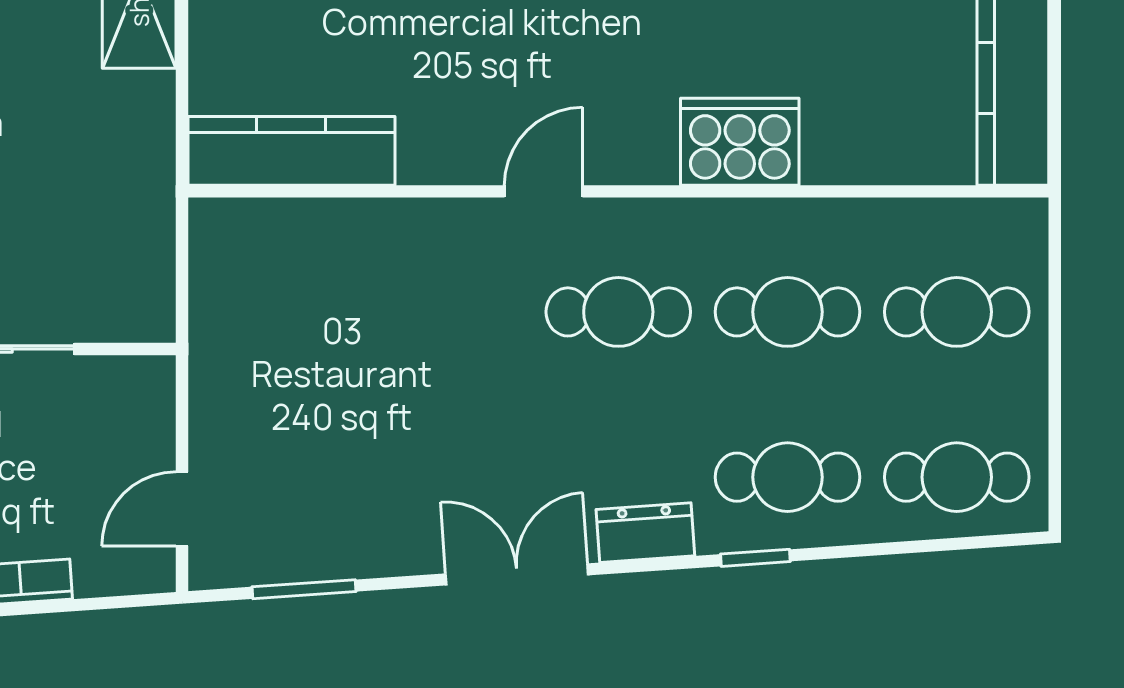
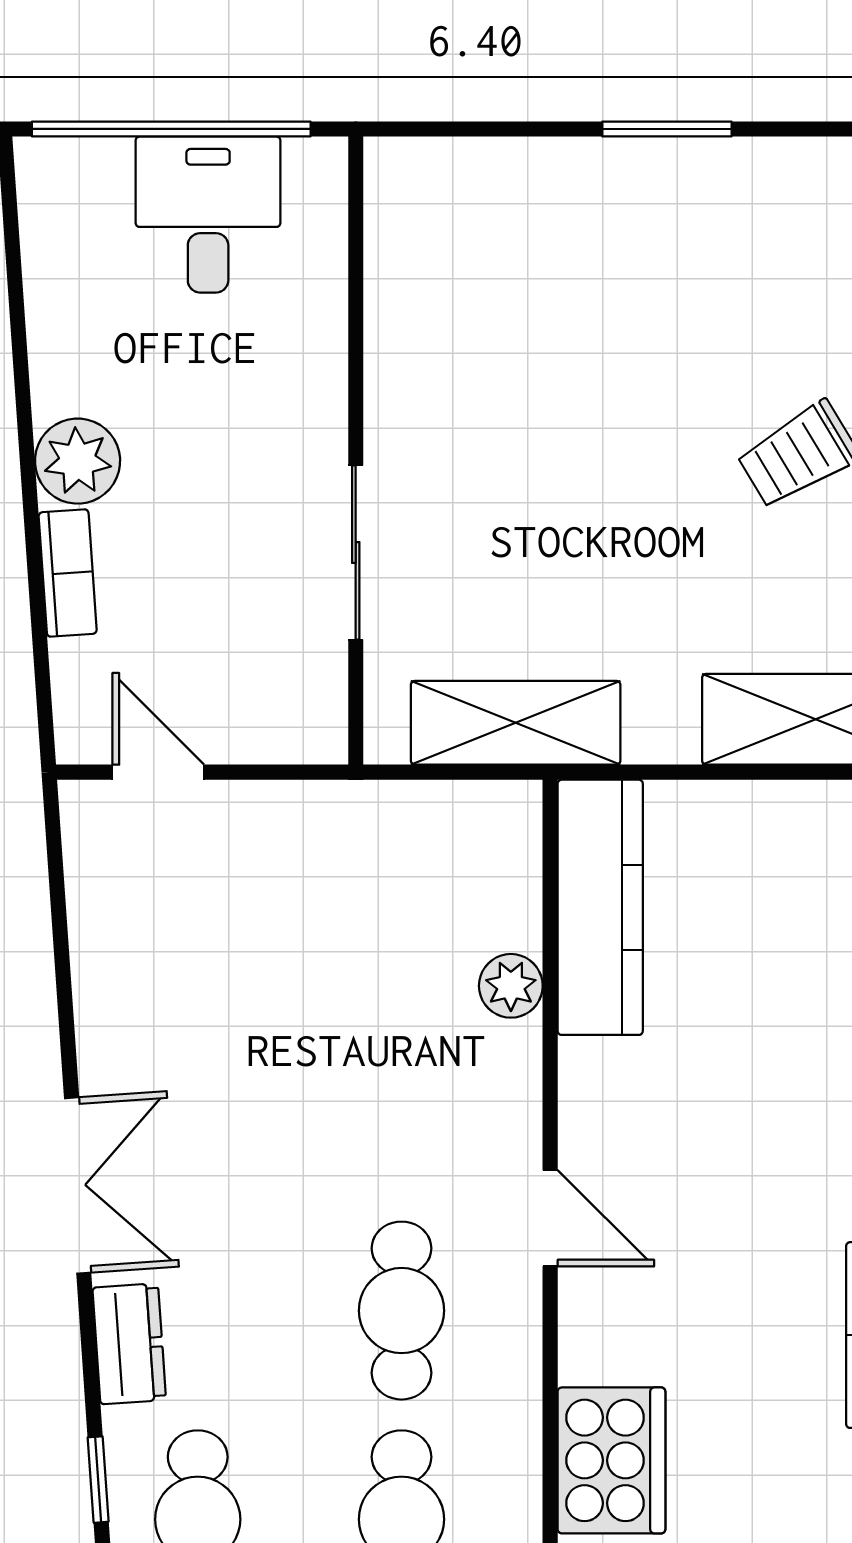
shelving: (142, 219) -> (516, 723), added
plant: (355, 223) -> (511, 986), added
window: (304, 589) -> (59, 923), removed

